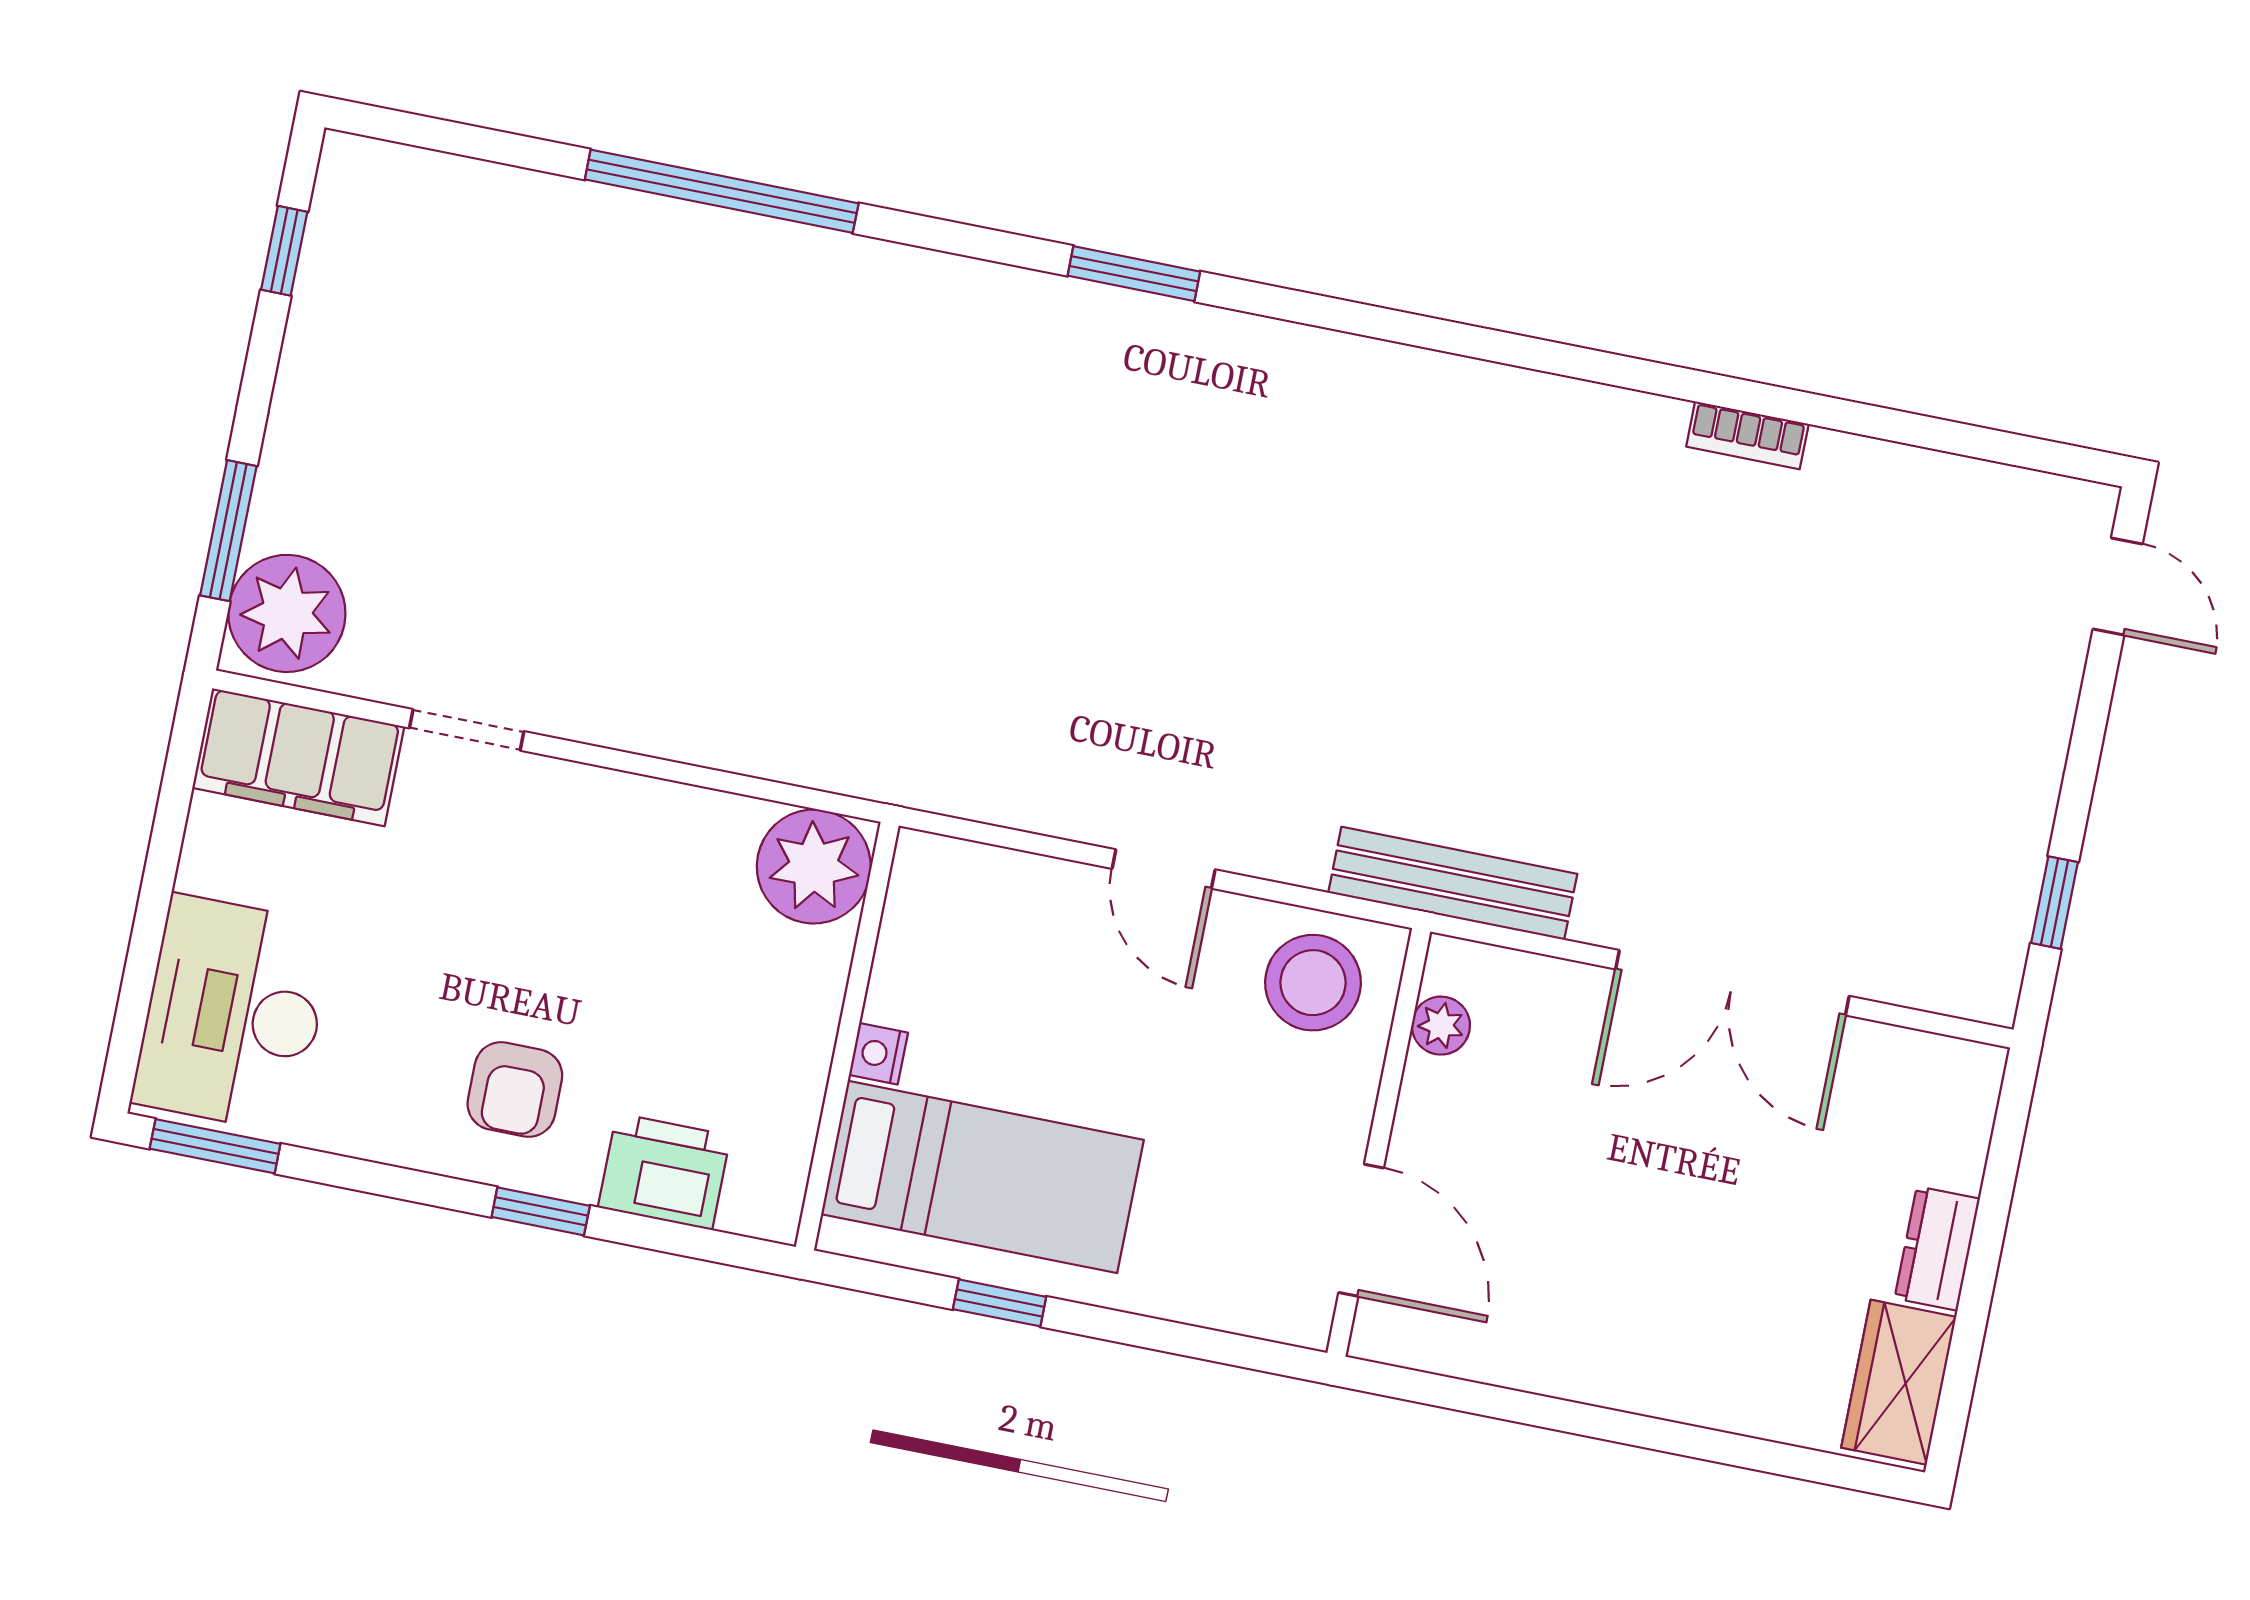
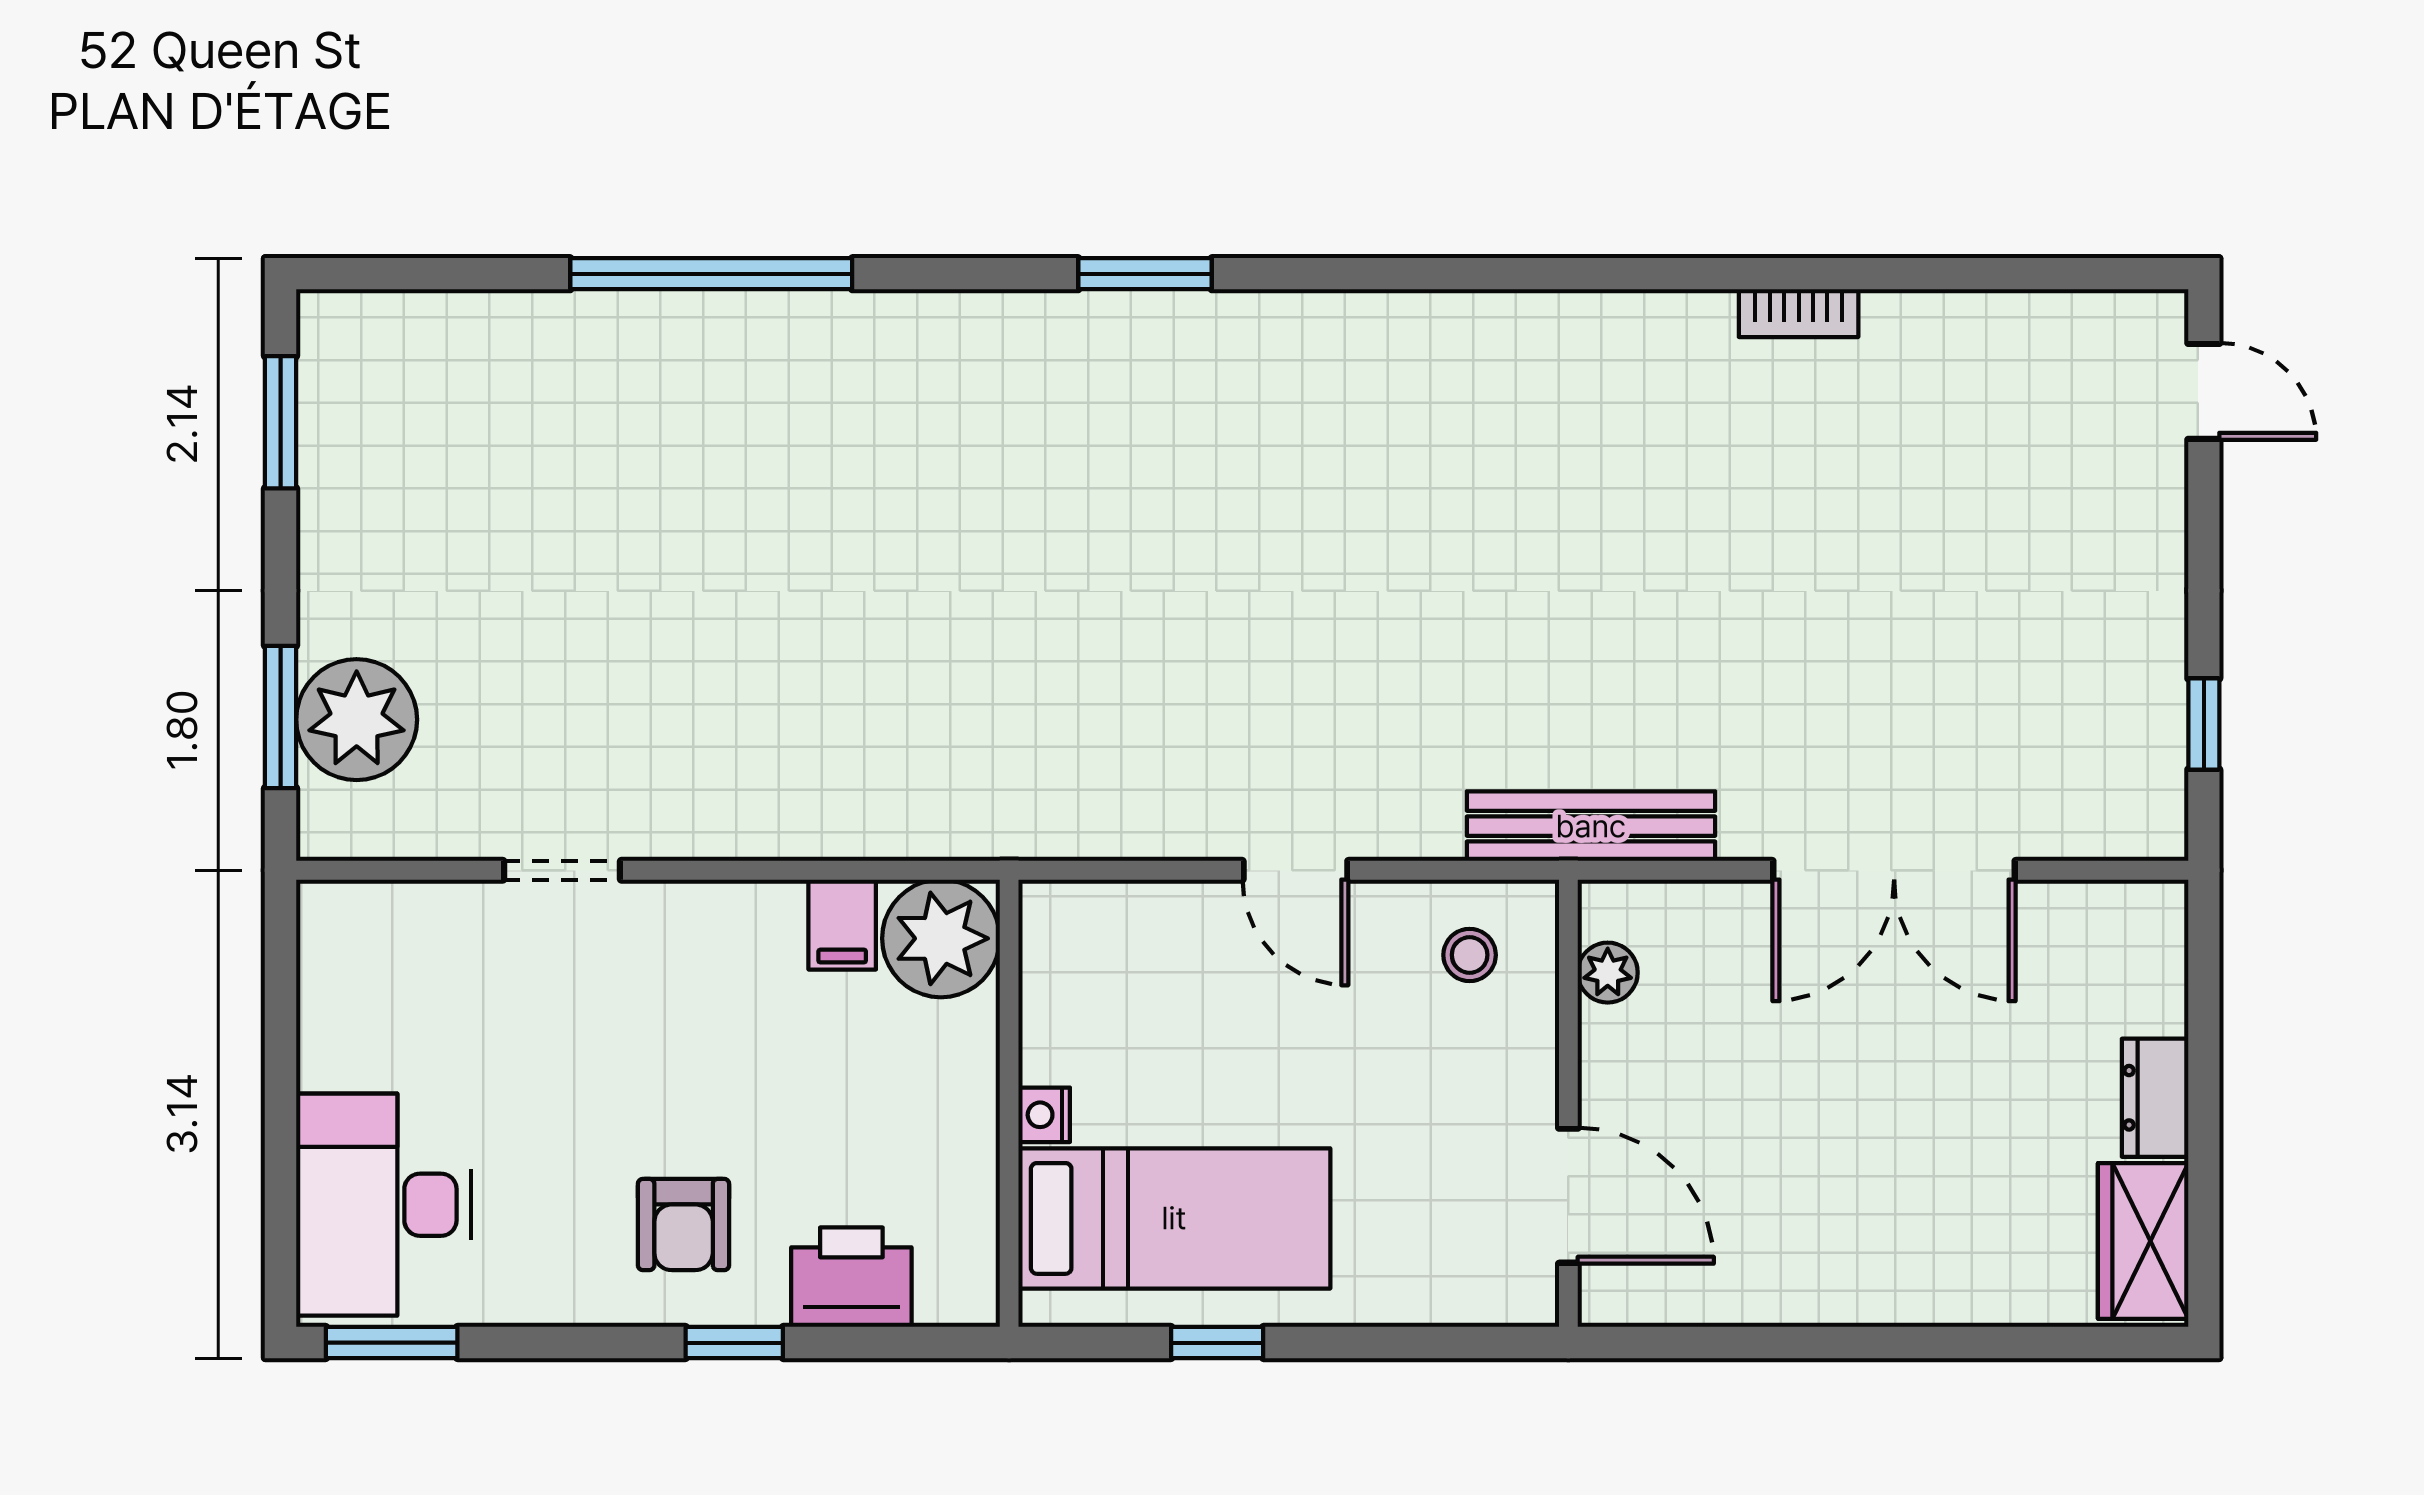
window: (284, 251) -> (281, 422), width x1.50
plant: (287, 613) -> (357, 720), moved
filing cabinet: (298, 757) -> (842, 925), moved, width x0.33, depth x0.86
stool: (1313, 983) -> (1470, 955), width x0.53, depth x0.53

